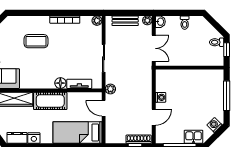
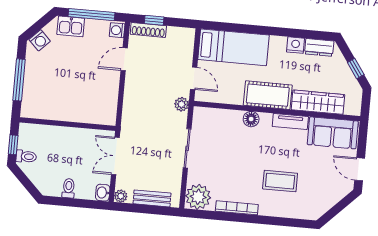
plant: (97, 21) -> (198, 197), width x1.87, depth x1.87
tv unit: (79, 84) -> (290, 121), moved
washing machine: (161, 97) -> (117, 30), moved

